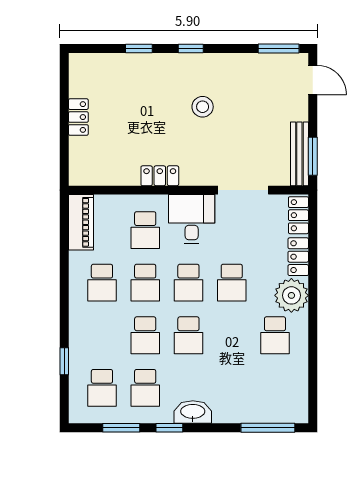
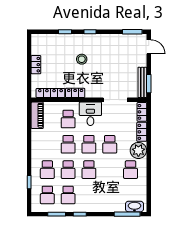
stool: (203, 107) -> (82, 59), moved
locker: (109, 176) -> (50, 93), added
school desk: (102, 283) -> (47, 170), moved
washbasin: (193, 412) -> (134, 207), moved

